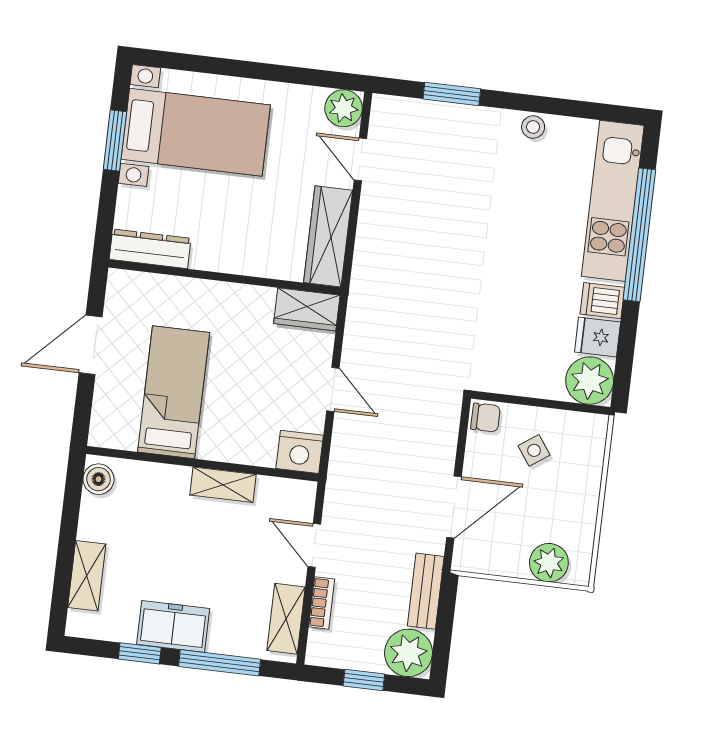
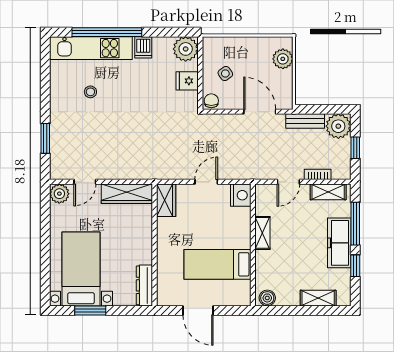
stool: (533, 127) -> (90, 92), moved
fridge: (598, 337) -> (187, 81), moved, turned 90
freezer: (173, 626) -> (339, 243), width x1.40

